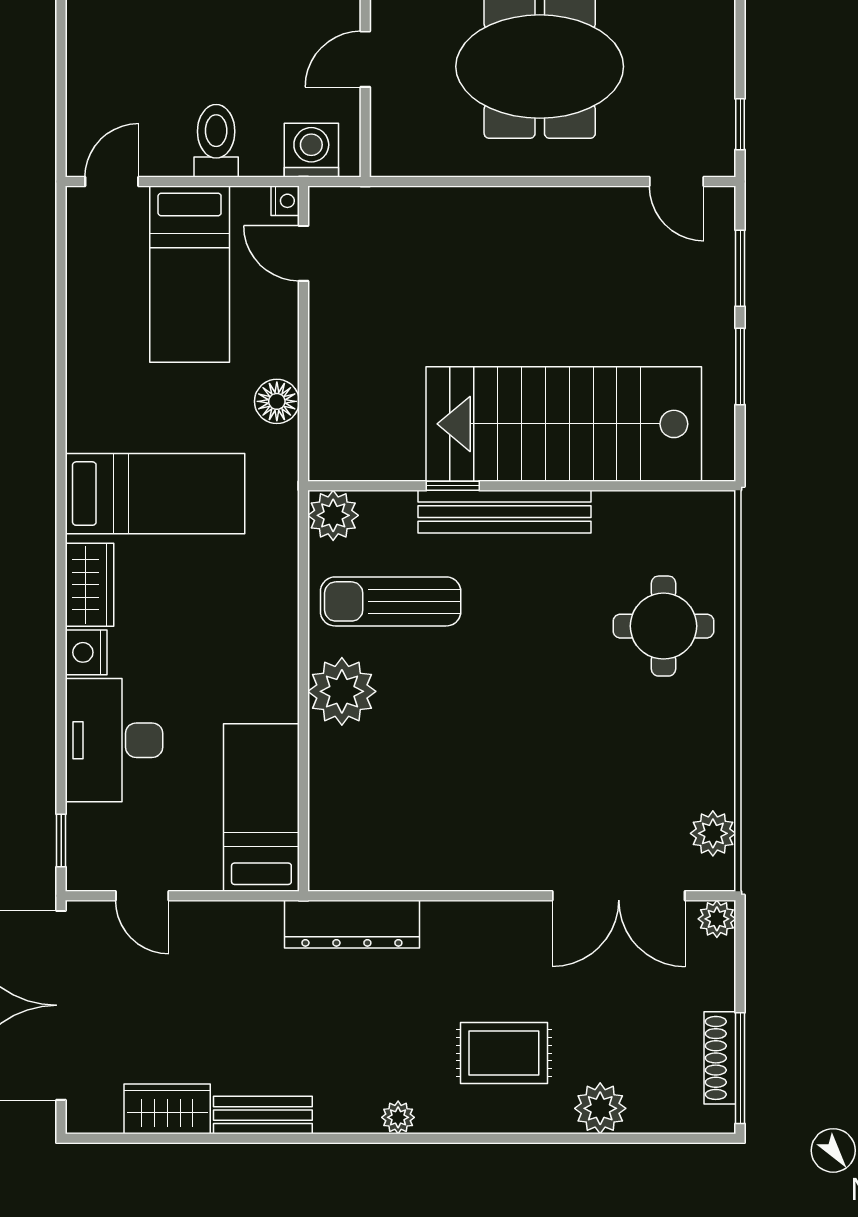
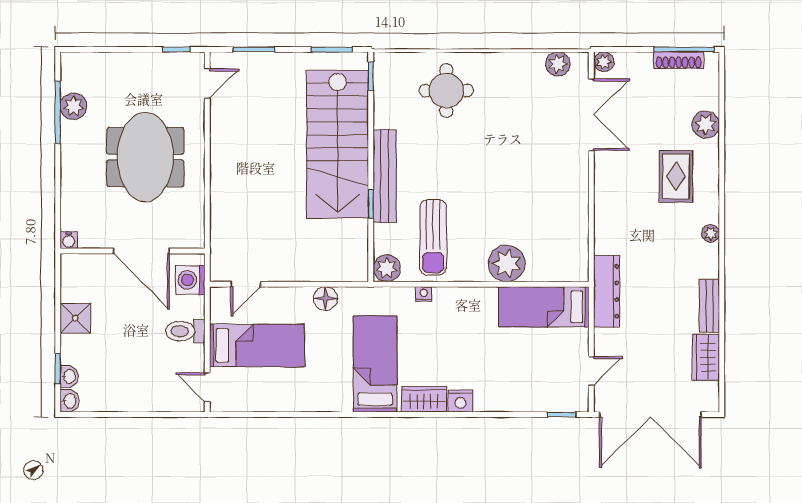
door: (365, 59) -> (141, 251), width x1.88
nightstand: (285, 201) -> (424, 294), moved
window: (740, 367) -> (332, 49), moved
window: (690, 486) -> (371, 76), added
plant: (342, 691) -> (507, 264), moved
desk: (114, 740) -> (508, 386), removed
dresser: (352, 924) -> (607, 291), moved

